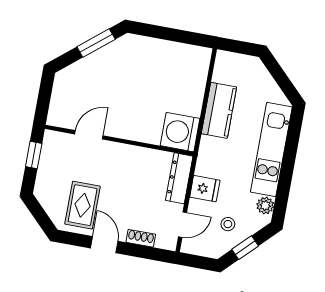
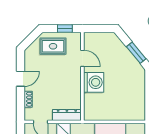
washing machine: (180, 132) -> (94, 82), moved, turned 90
rug: (83, 205) -> (53, 46), moved

